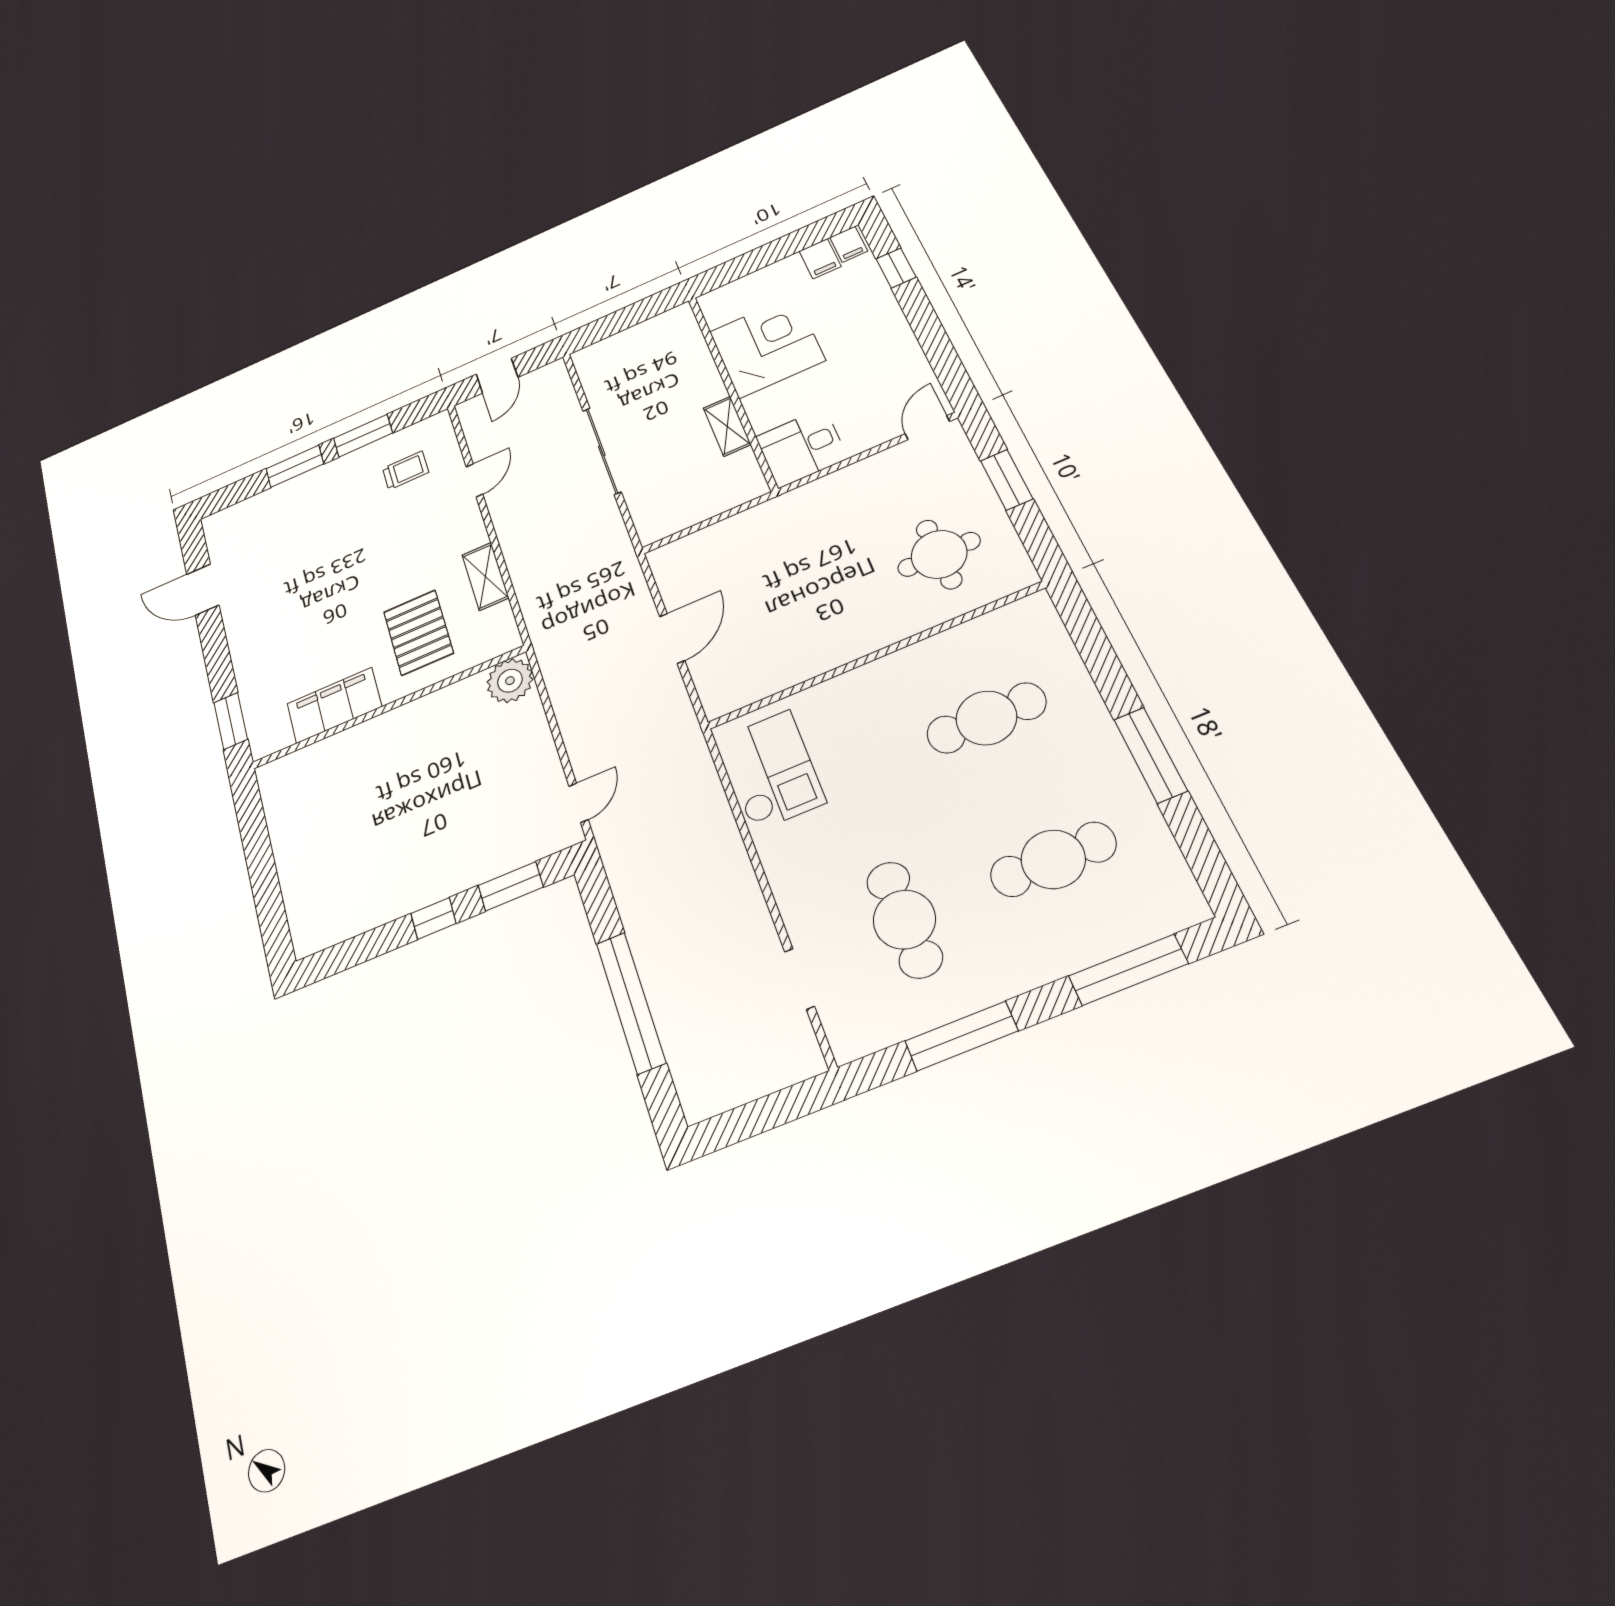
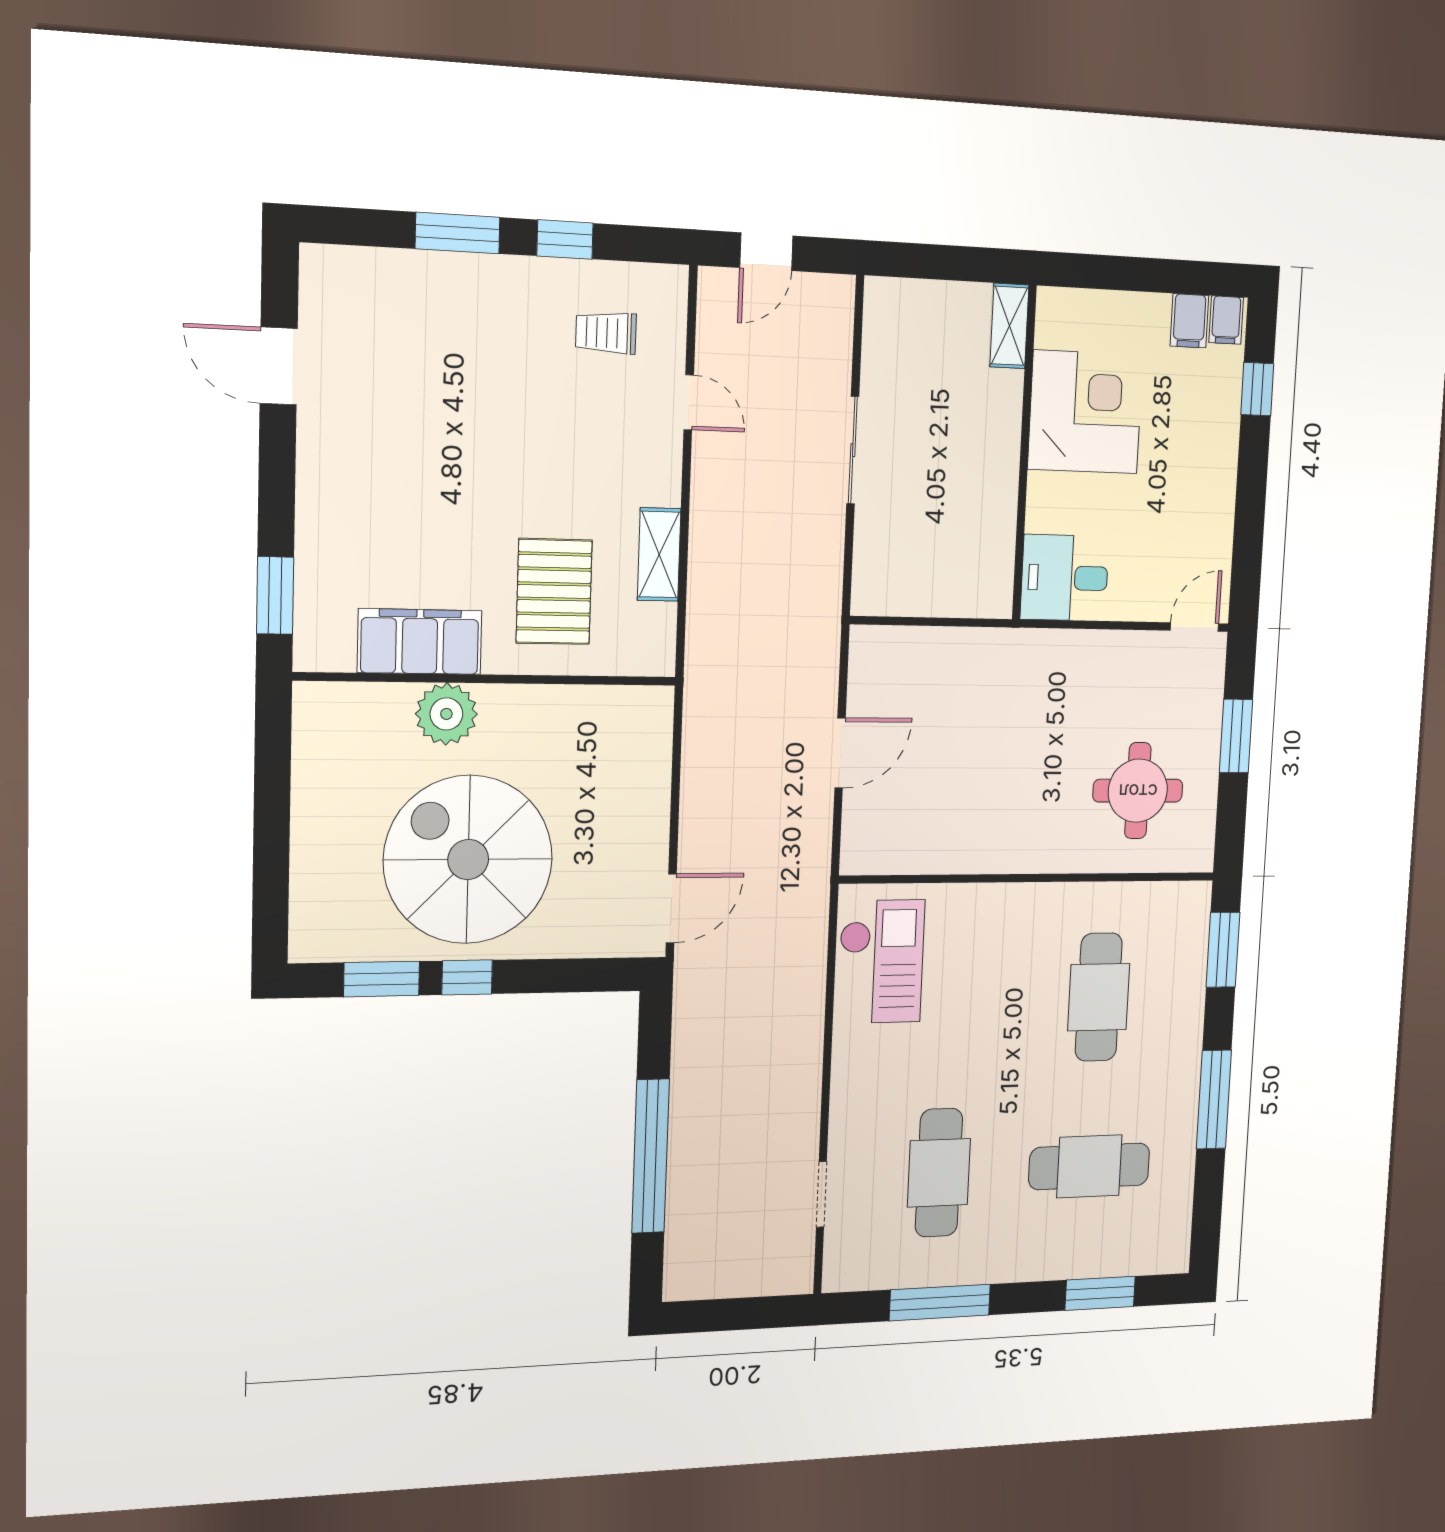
shelving: (727, 426) -> (1009, 326), moved
window: (363, 436) -> (565, 239), width x0.67
sliding door: (602, 451) -> (853, 450), width x0.73
trolley: (405, 470) -> (606, 333), turned 180
door: (475, 480) -> (689, 402), hinge flipped
window: (1087, 634) -> (1223, 950), added
plant: (510, 681) -> (446, 714), moved
cafe table: (986, 718) -> (1099, 997), turned 90
door: (578, 803) -> (671, 908), width x1.38
spiral stairs: (409, 833) -> (468, 860), added
window: (511, 886) -> (382, 979), moved
window: (1128, 970) -> (1100, 1293), width x0.69

